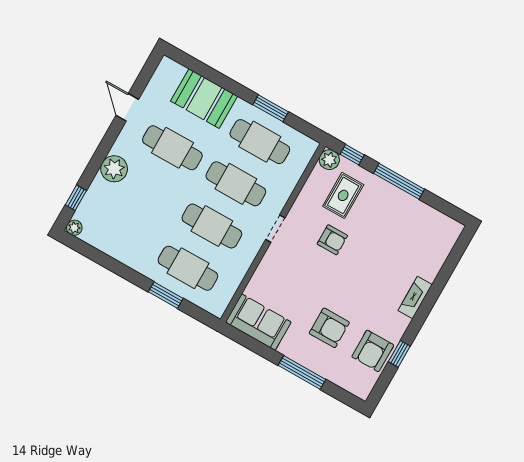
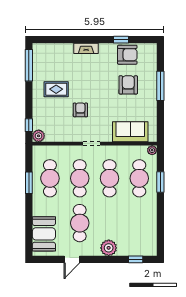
booth: (204, 99) -> (44, 234), moved
window: (399, 181) -> (29, 65), moved
rug: (343, 195) -> (56, 89), moved
plant: (74, 228) -> (152, 150), moved
sofa: (258, 322) -> (130, 132), moved, turned 90

